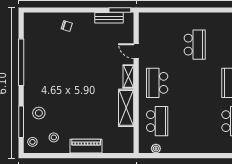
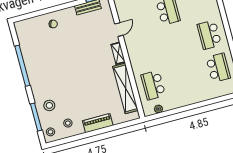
door: (136, 51) -> (119, 30), swing flipped
school desk: (157, 83) -> (144, 52), removed
shelving: (126, 108) -> (125, 88), width x1.47
school desk: (157, 121) -> (153, 85), turned 180

